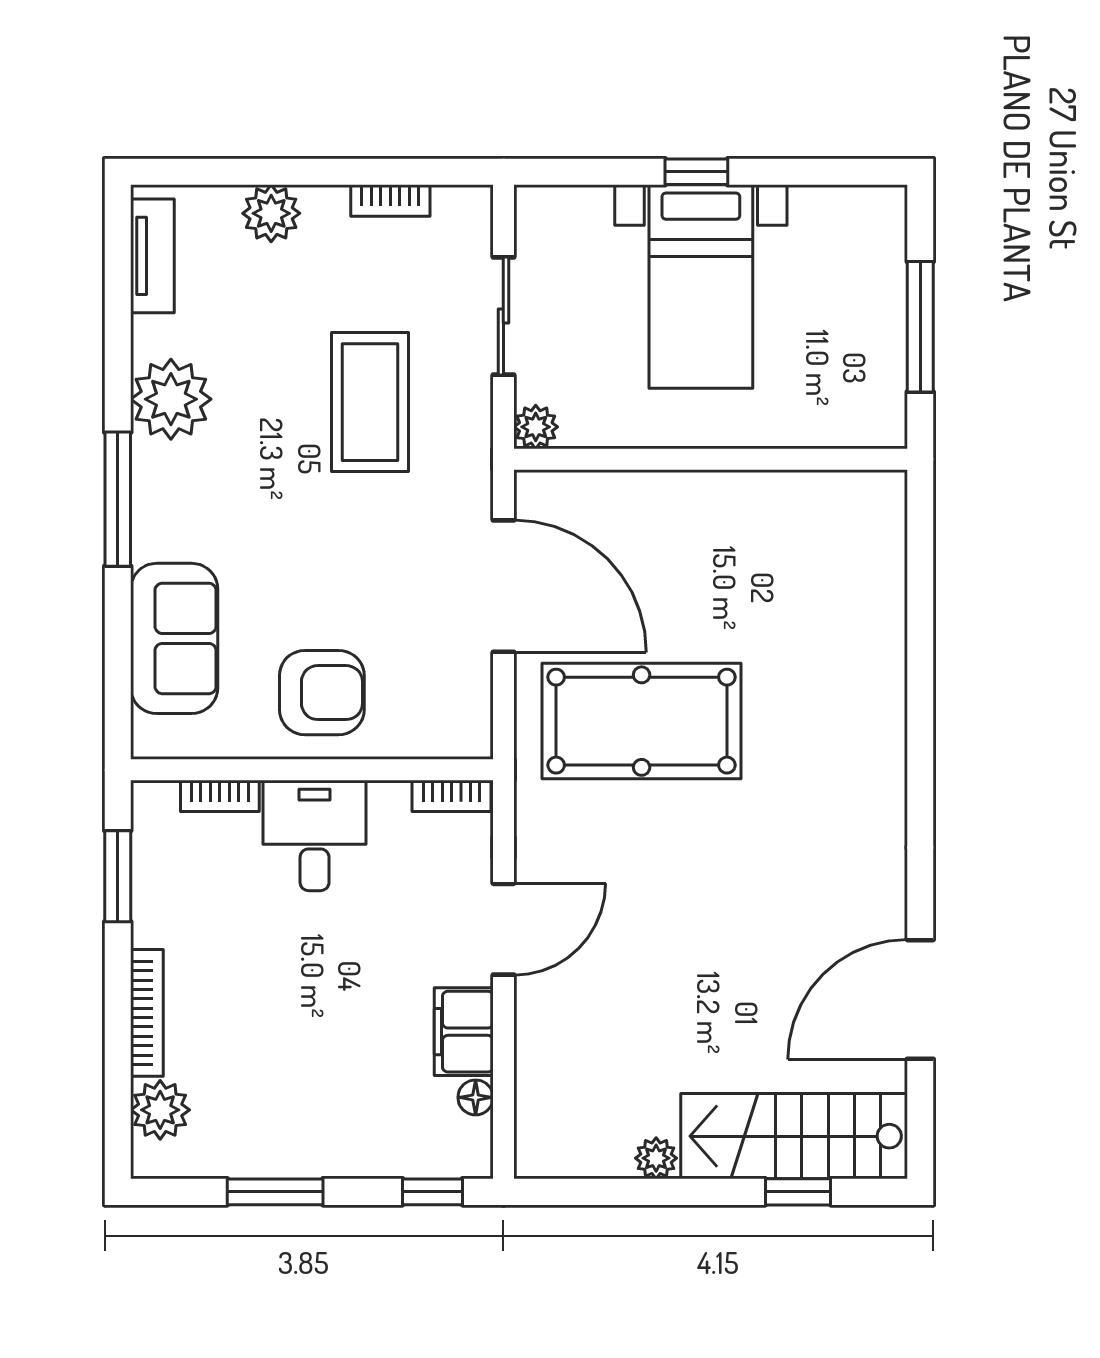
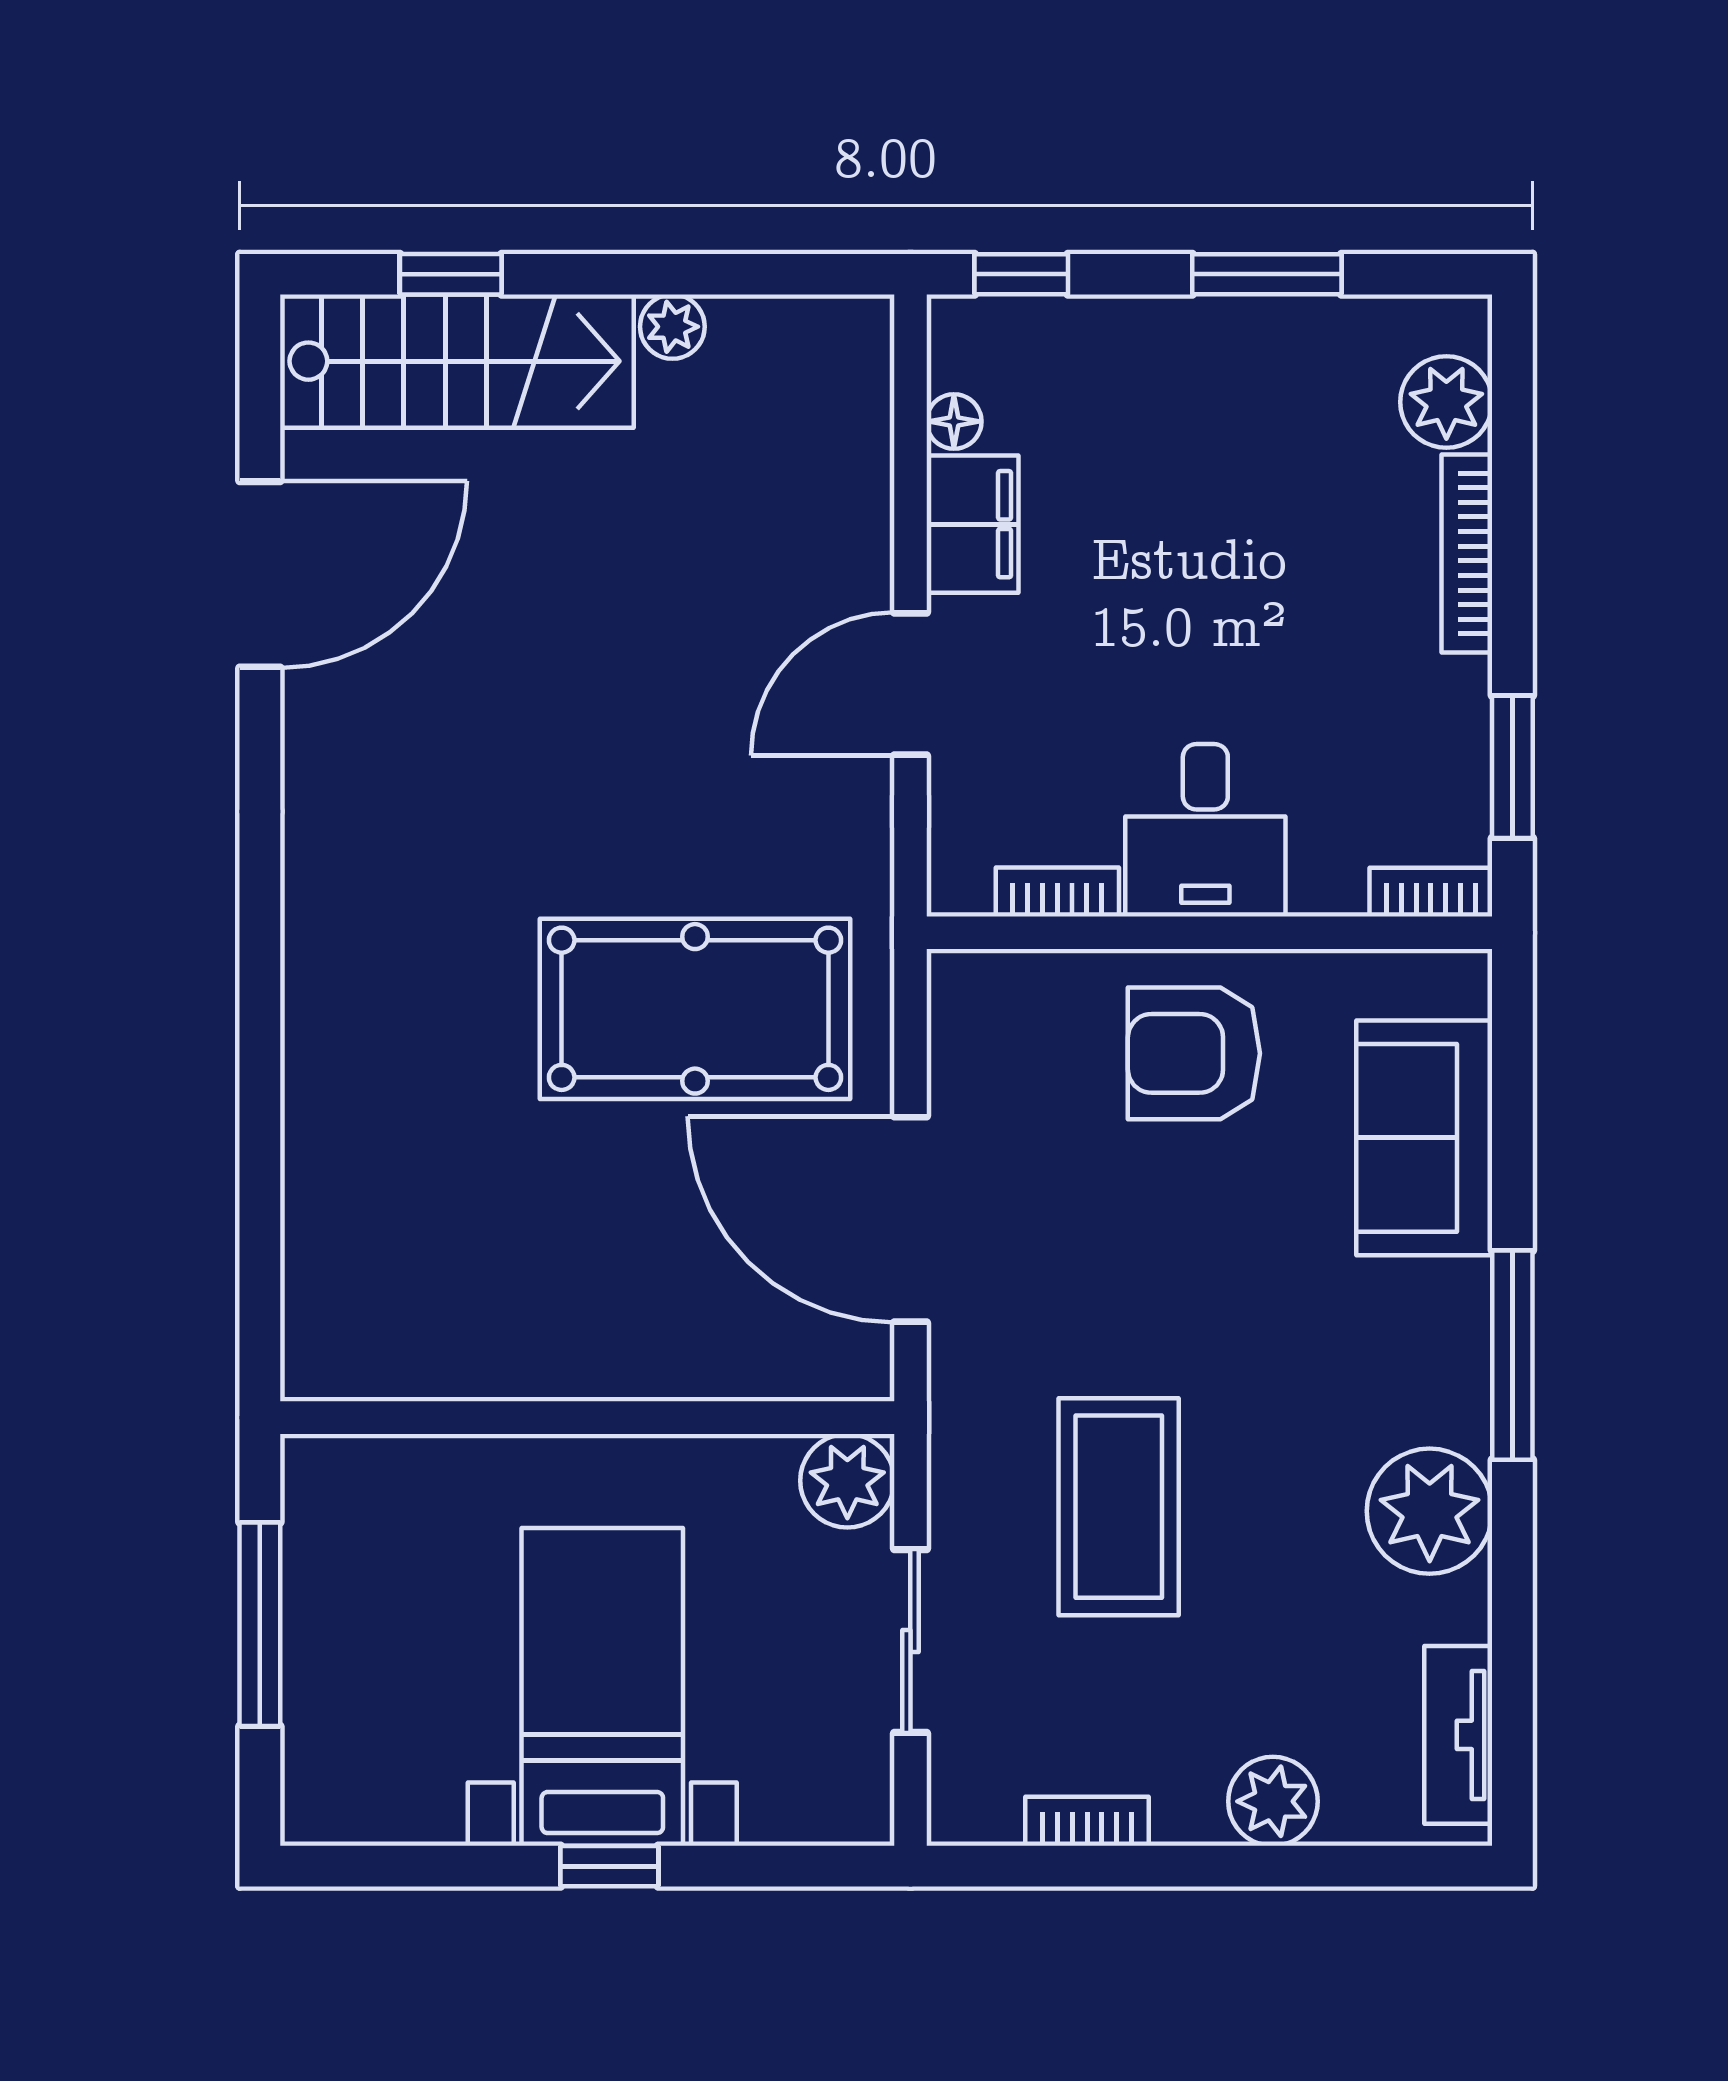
plant: (536, 427) -> (847, 1481), width x1.38, depth x1.38
bookcase: (220, 796) -> (1431, 892), moved
bookcase: (452, 796) -> (1057, 892), moved

